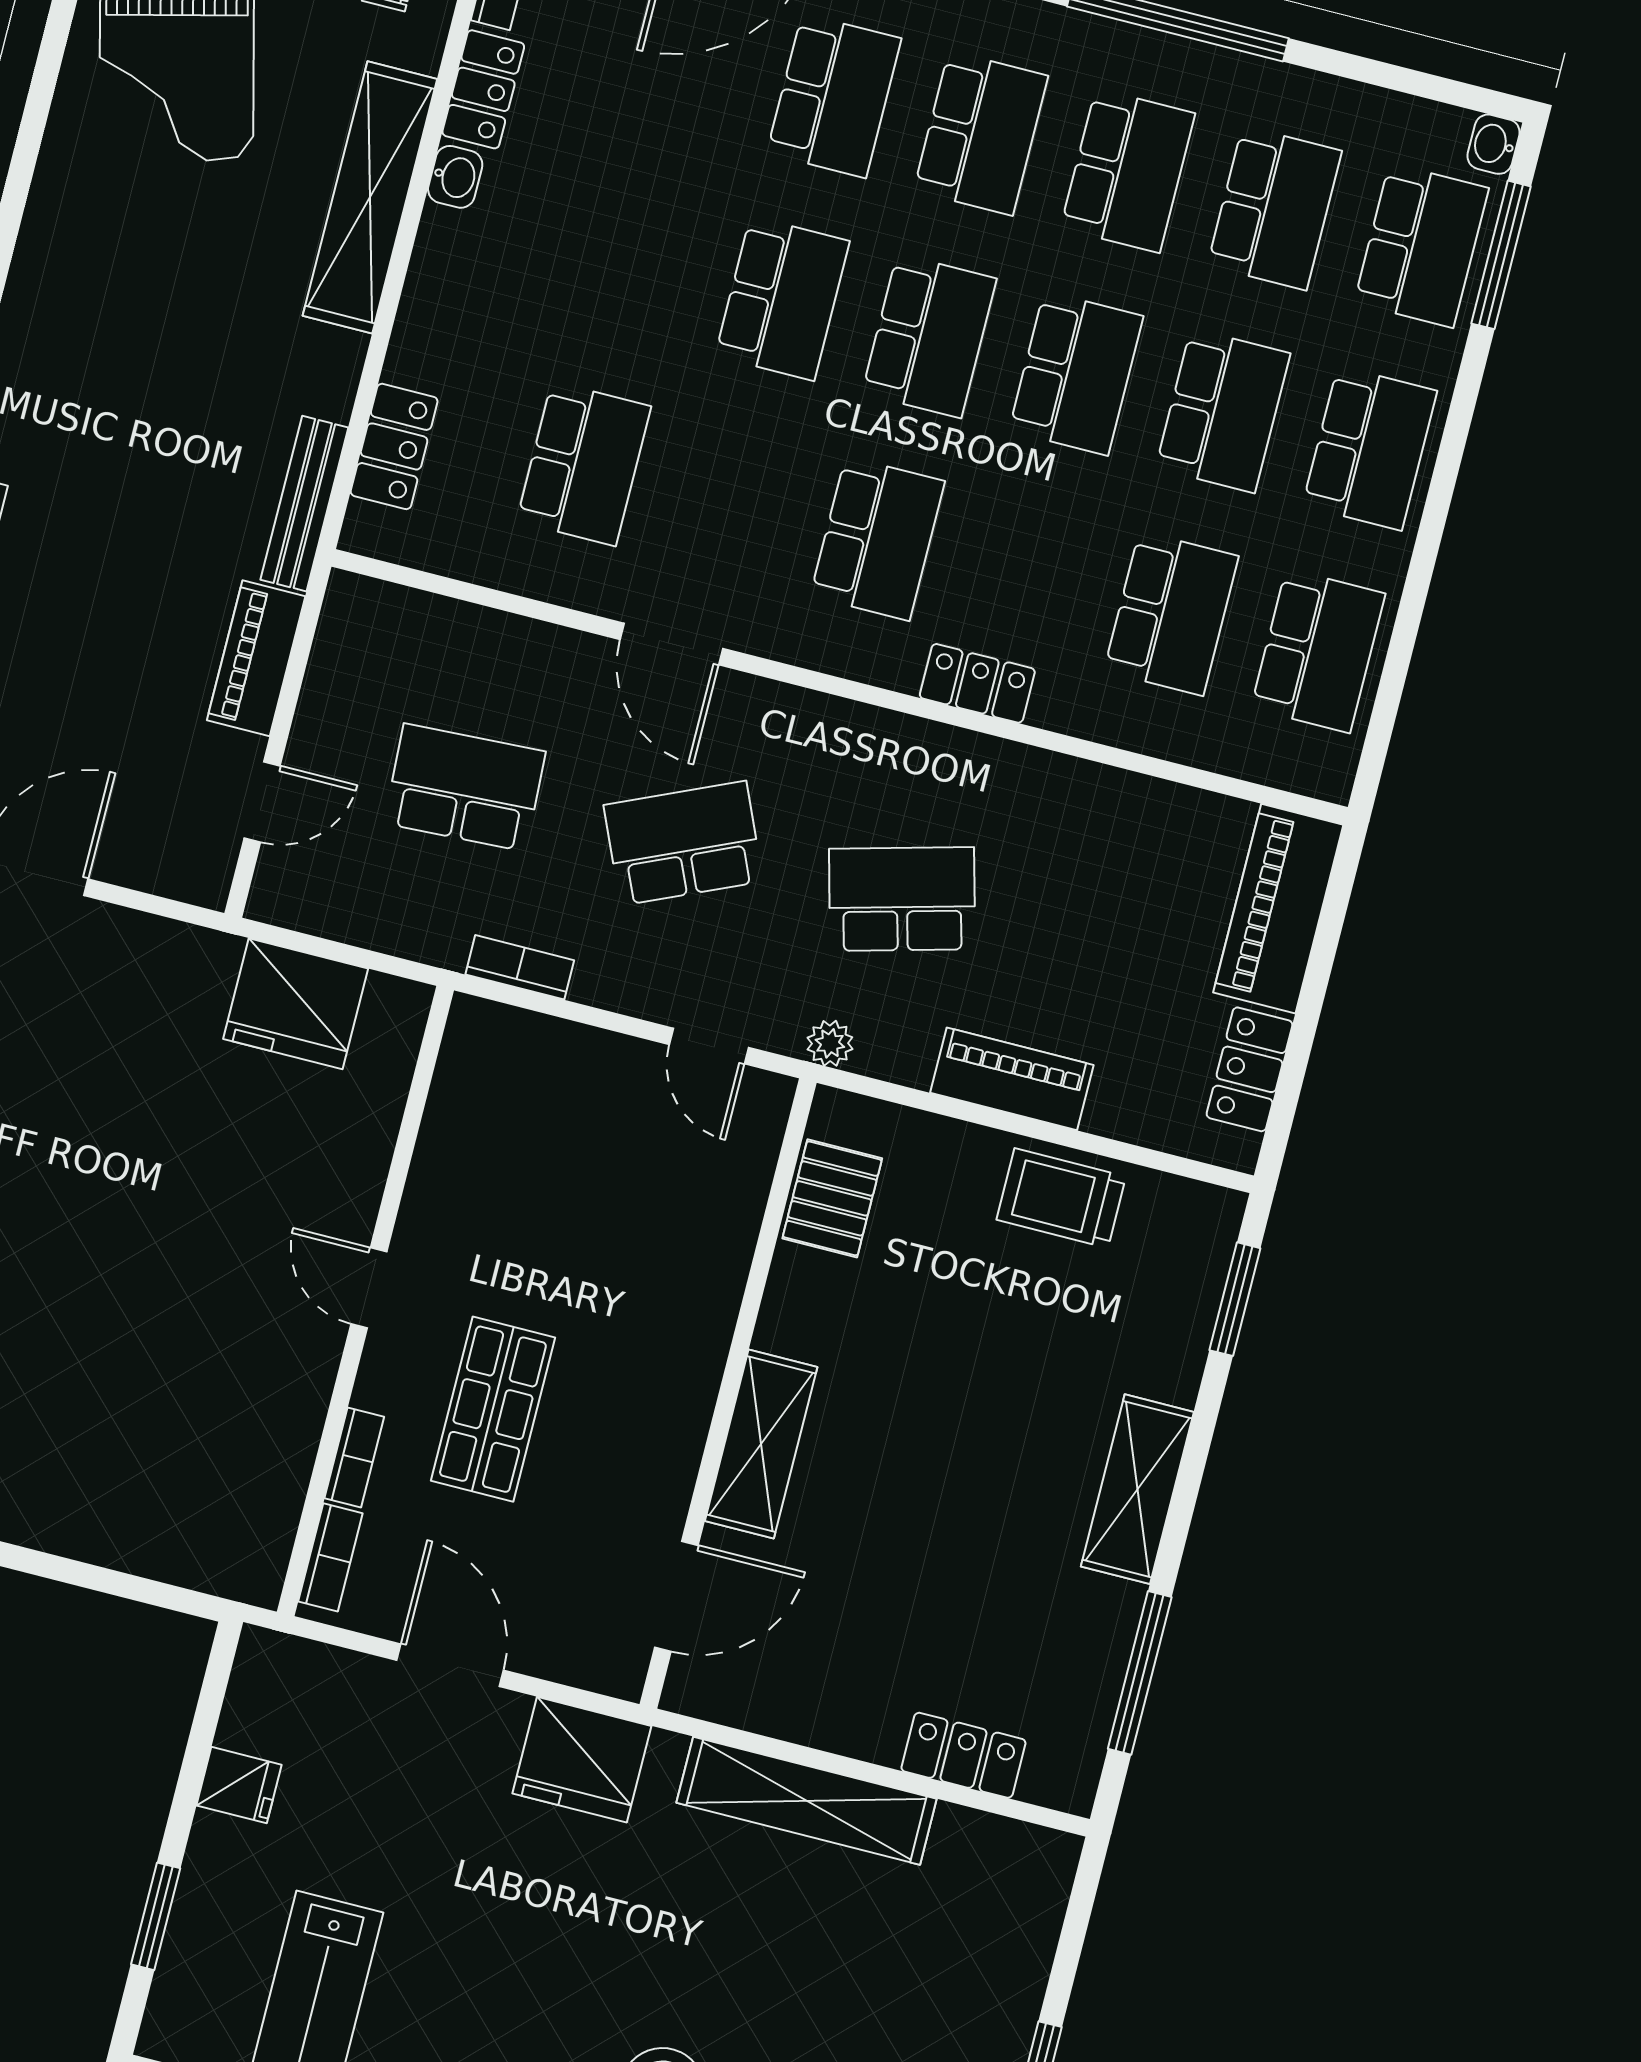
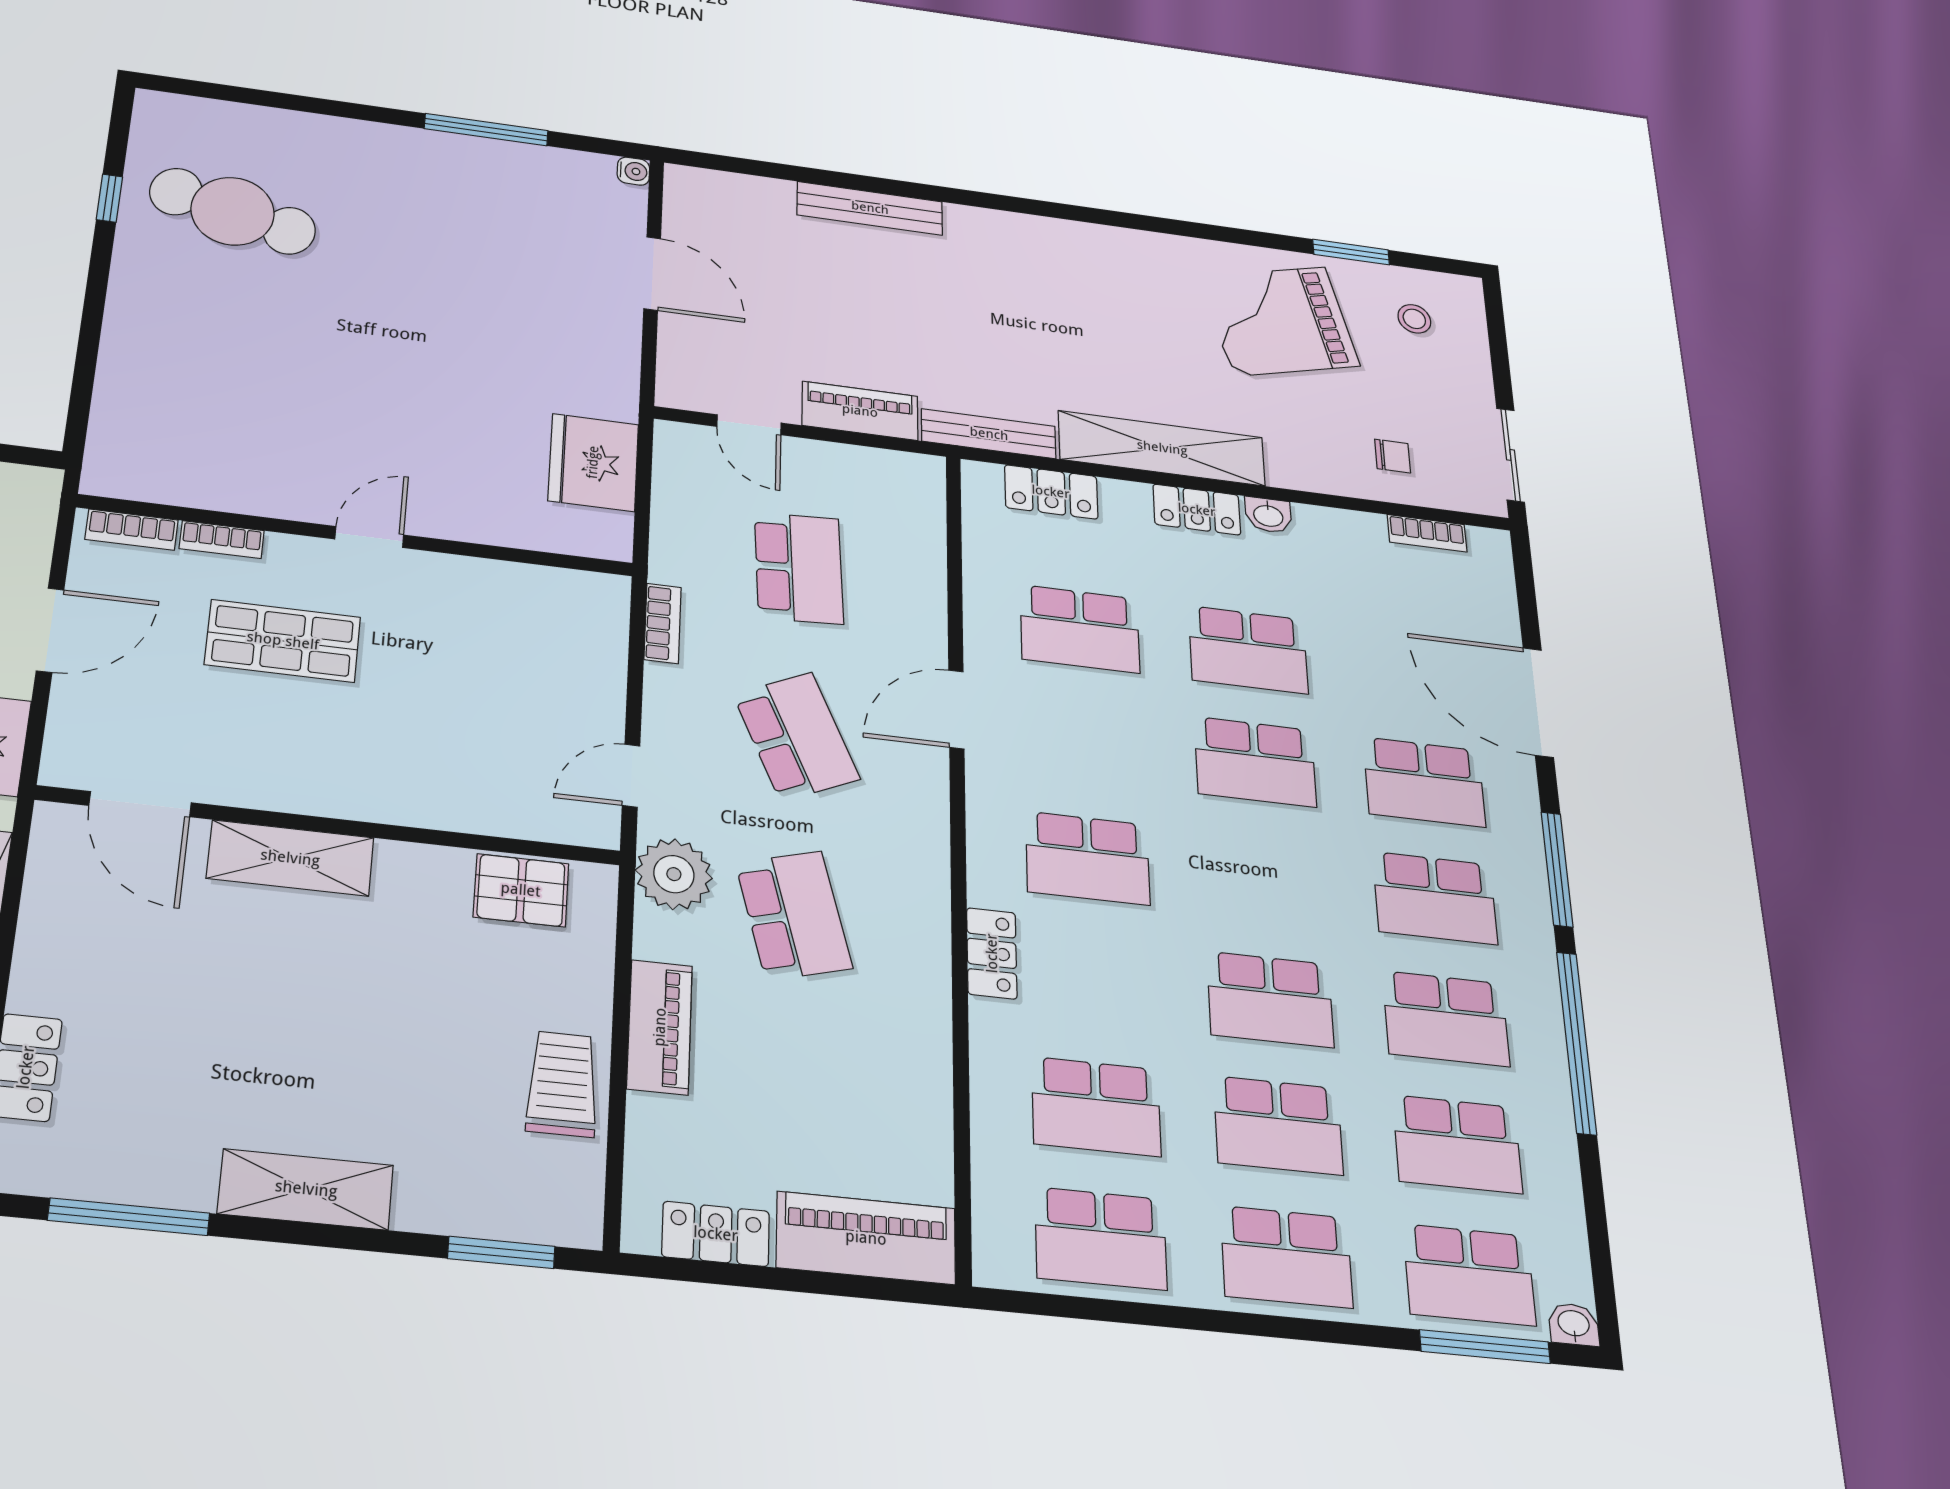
locker: (483, 89) -> (1197, 510), moved
shelving: (370, 197) -> (1162, 448), moved
school desk: (929, 336) -> (1248, 650), moved
plant: (830, 1043) -> (674, 874), width x1.88, depth x1.88

